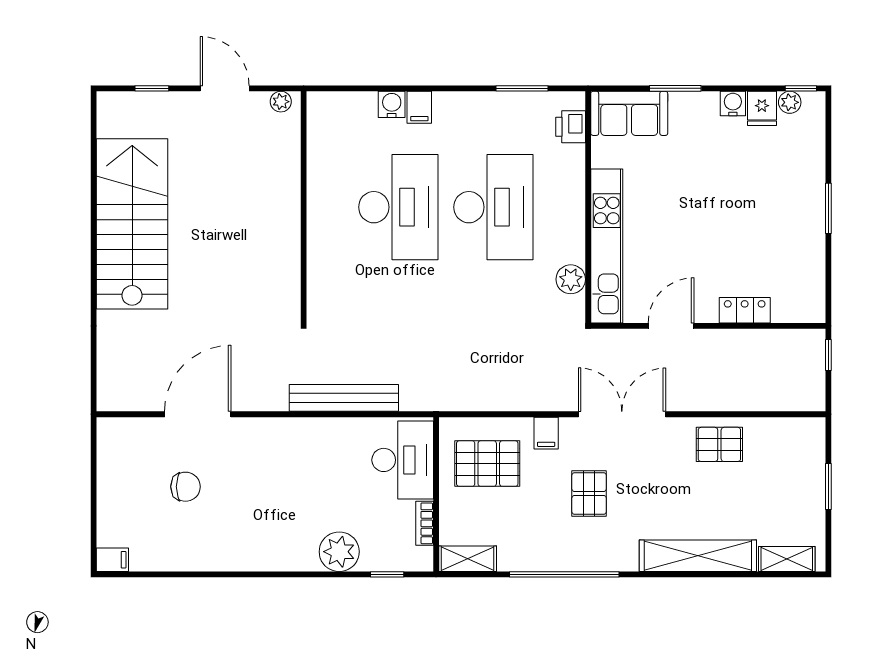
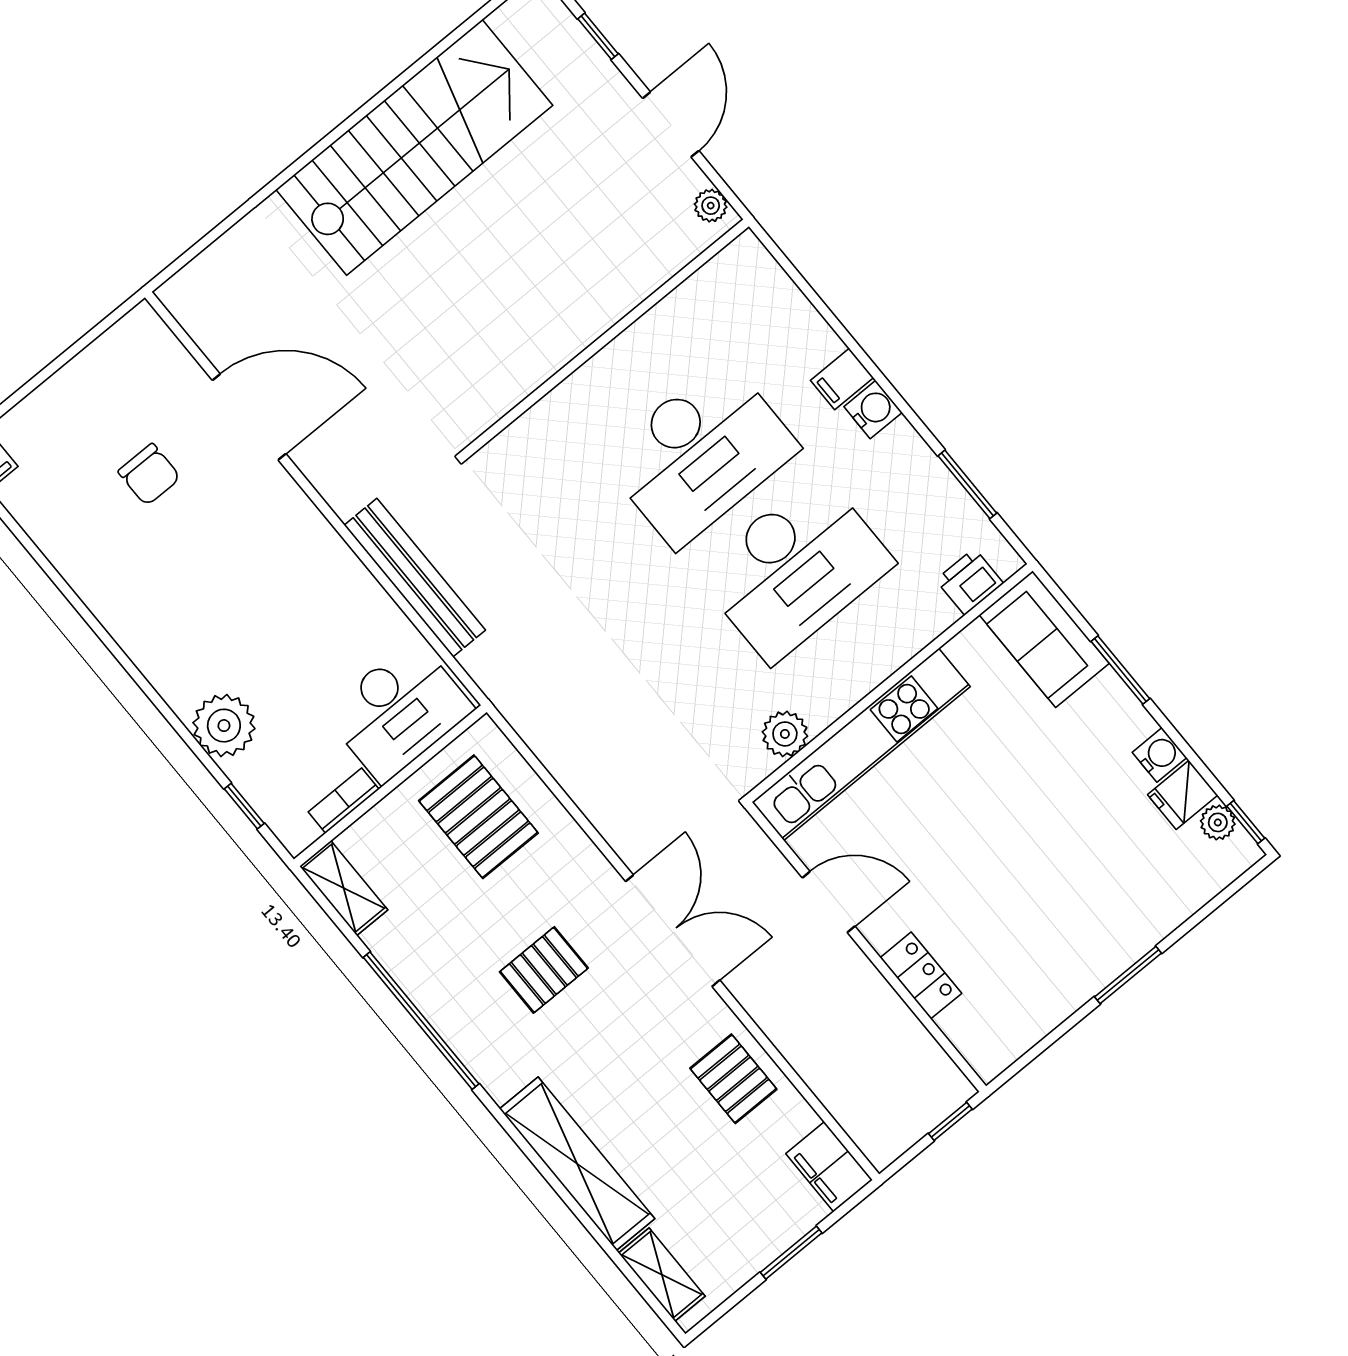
water cooler: (392, 104) -> (873, 410), moved
filing cabinet: (546, 433) -> (829, 1167), moved, width x2.00

